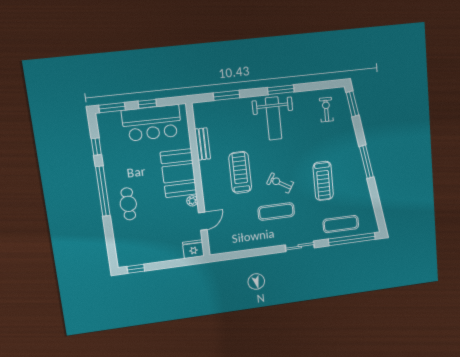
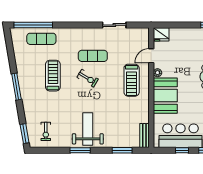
bench: (203, 144) -> (144, 136), moved
treadmill: (240, 173) -> (132, 80), moved
sliding door: (300, 246) -> (114, 25), moved

